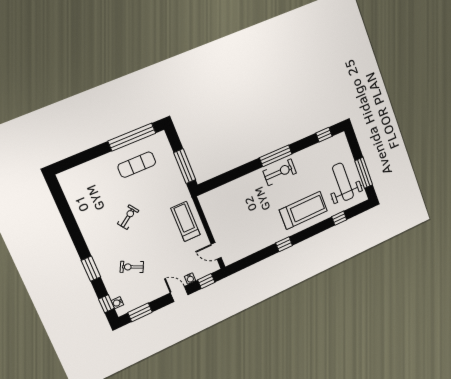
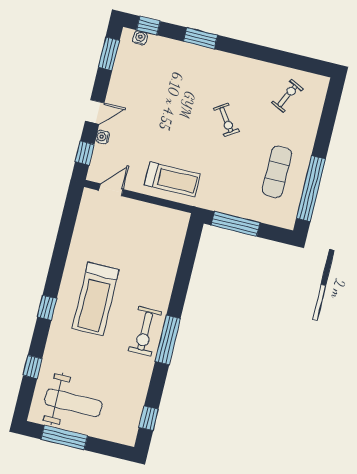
treadmill: (303, 210) -> (95, 299), moved
window: (284, 244) -> (47, 308), moved
exercise bike: (132, 267) -> (287, 96), moved

